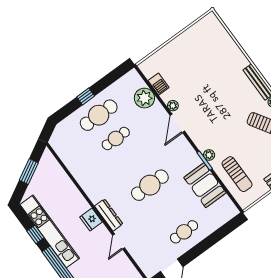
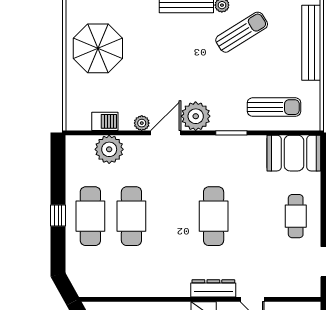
parasol: (197, 50) -> (98, 48), added
door: (177, 123) -> (166, 133), swing flipped
cafe table: (116, 138) -> (131, 216), width x1.37, depth x1.35
plant: (209, 155) -> (196, 116), moved, width x1.88, depth x1.88
booth: (205, 185) -> (294, 153), moved

